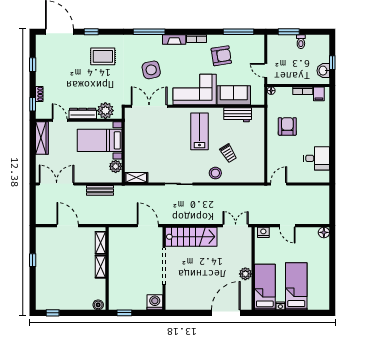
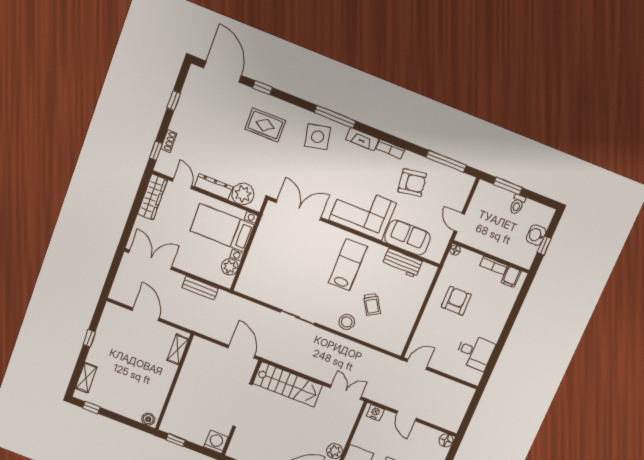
side table: (151, 70) -> (318, 137), moved
washbasin: (323, 71) -> (536, 235), moved
shelving: (136, 177) -> (250, 290), removed
shelving: (101, 267) -> (86, 378), moved

